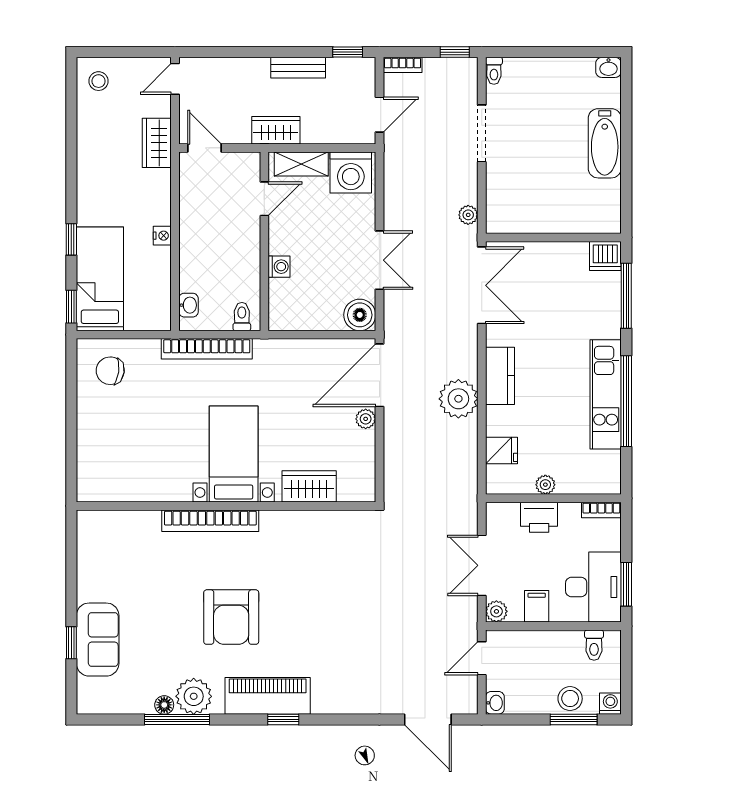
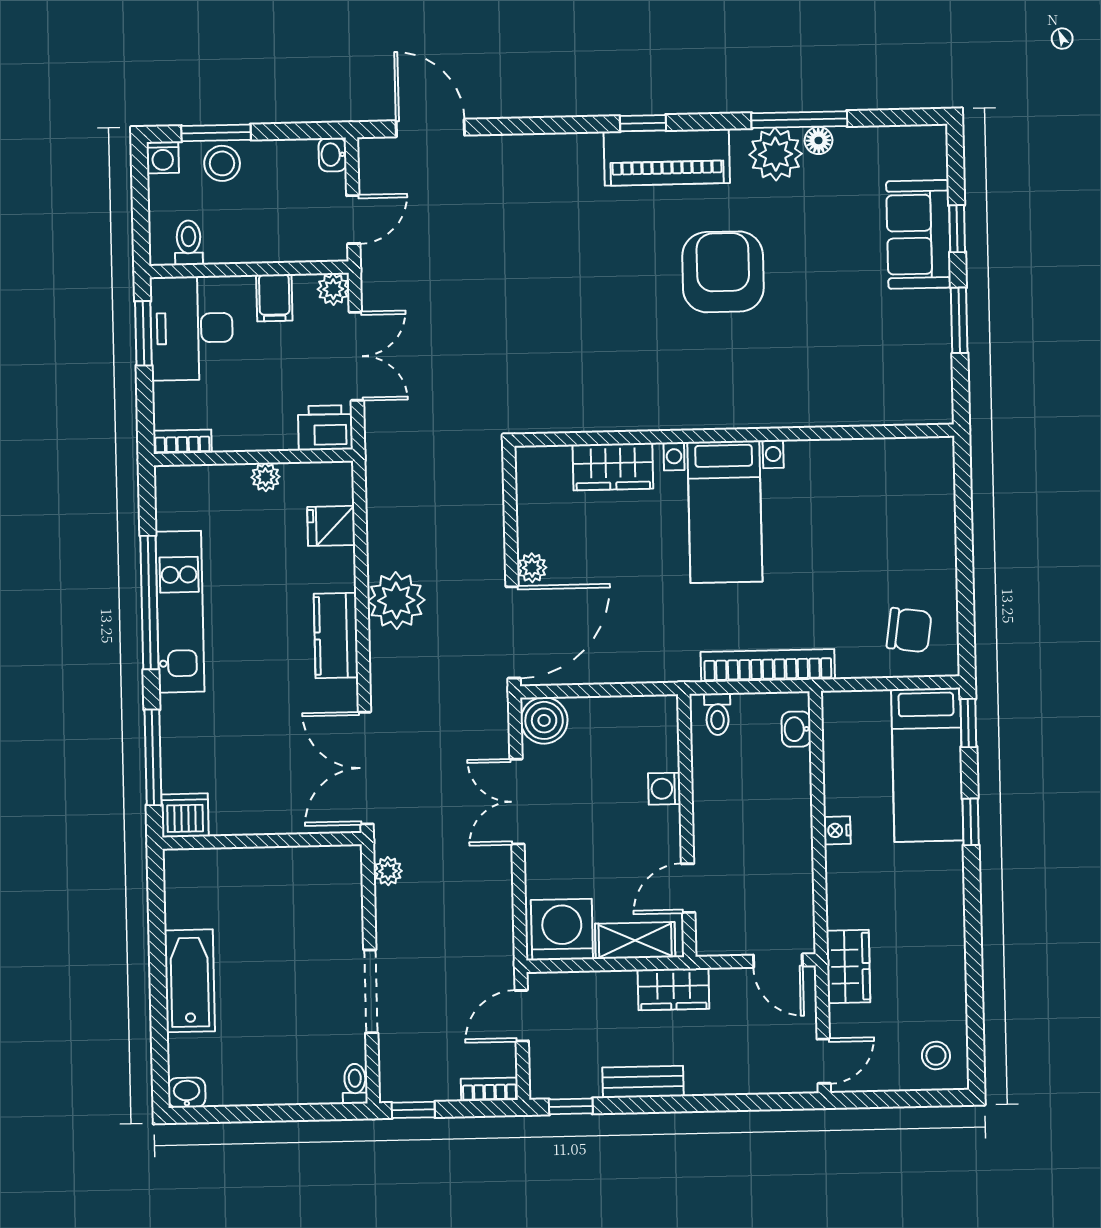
printer: (539, 517) -> (325, 428), moved
bookcase: (210, 521) -> (757, 413), removed
window: (71, 580) -> (959, 320), added

